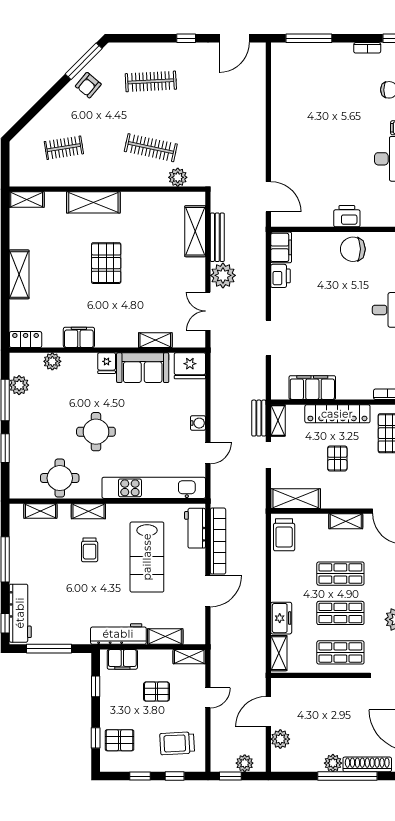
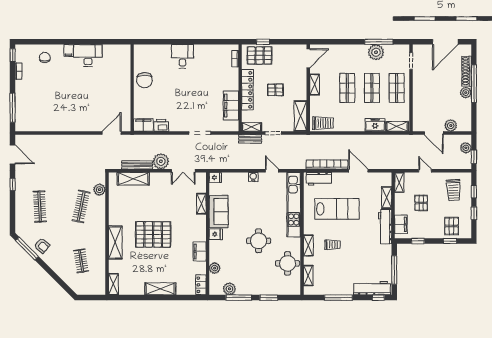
printer: (347, 216) -> (124, 84), removed
pallet: (106, 263) -> (153, 234), width x1.37, depth x1.41
fridge: (190, 366) -> (215, 177), width x0.53, depth x0.75

